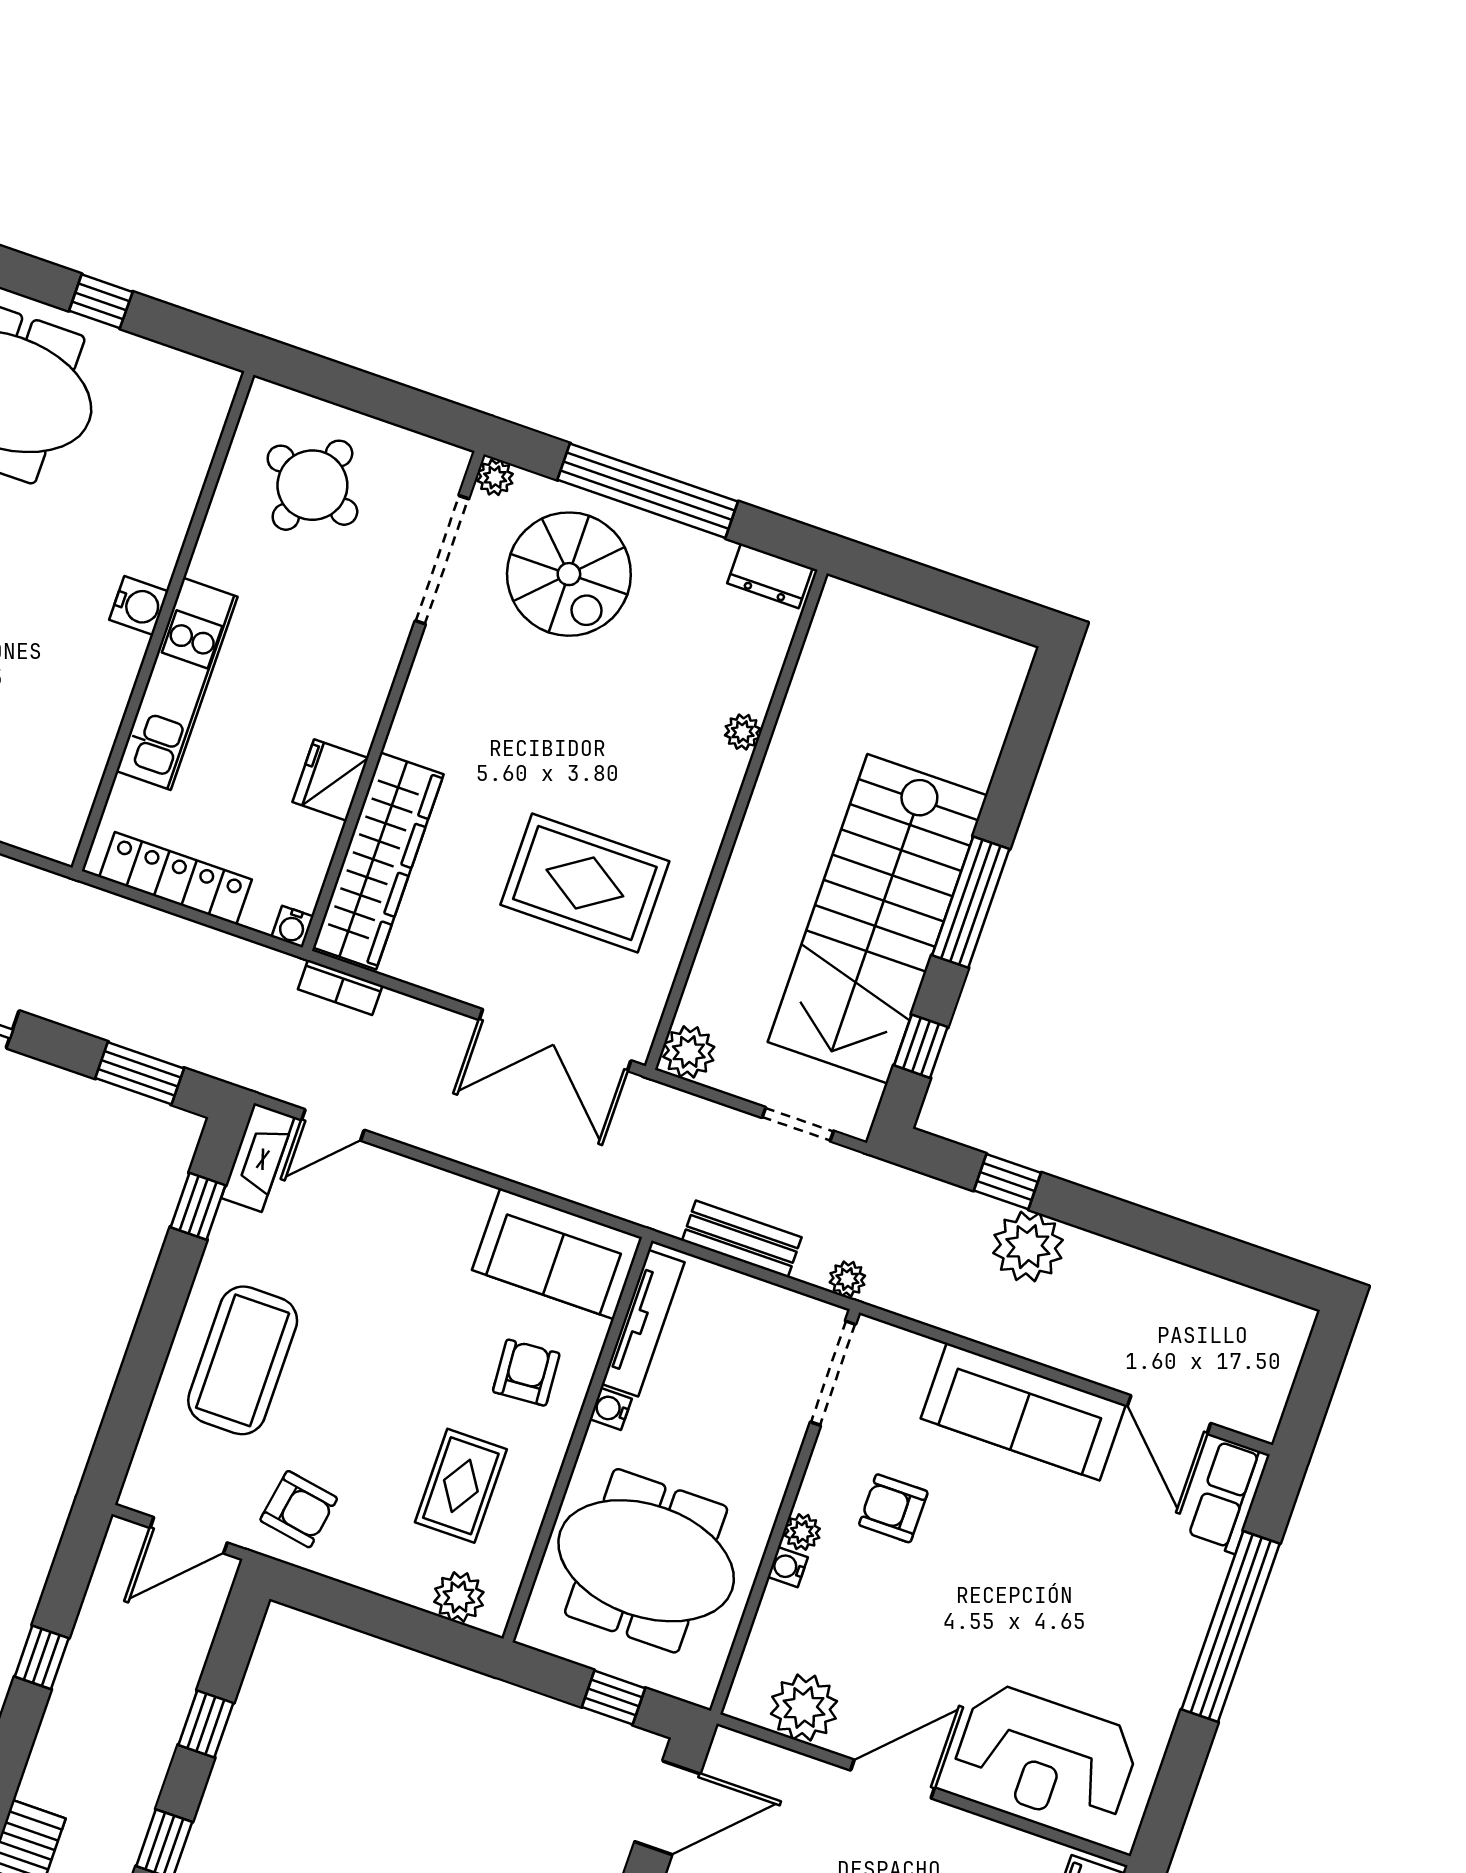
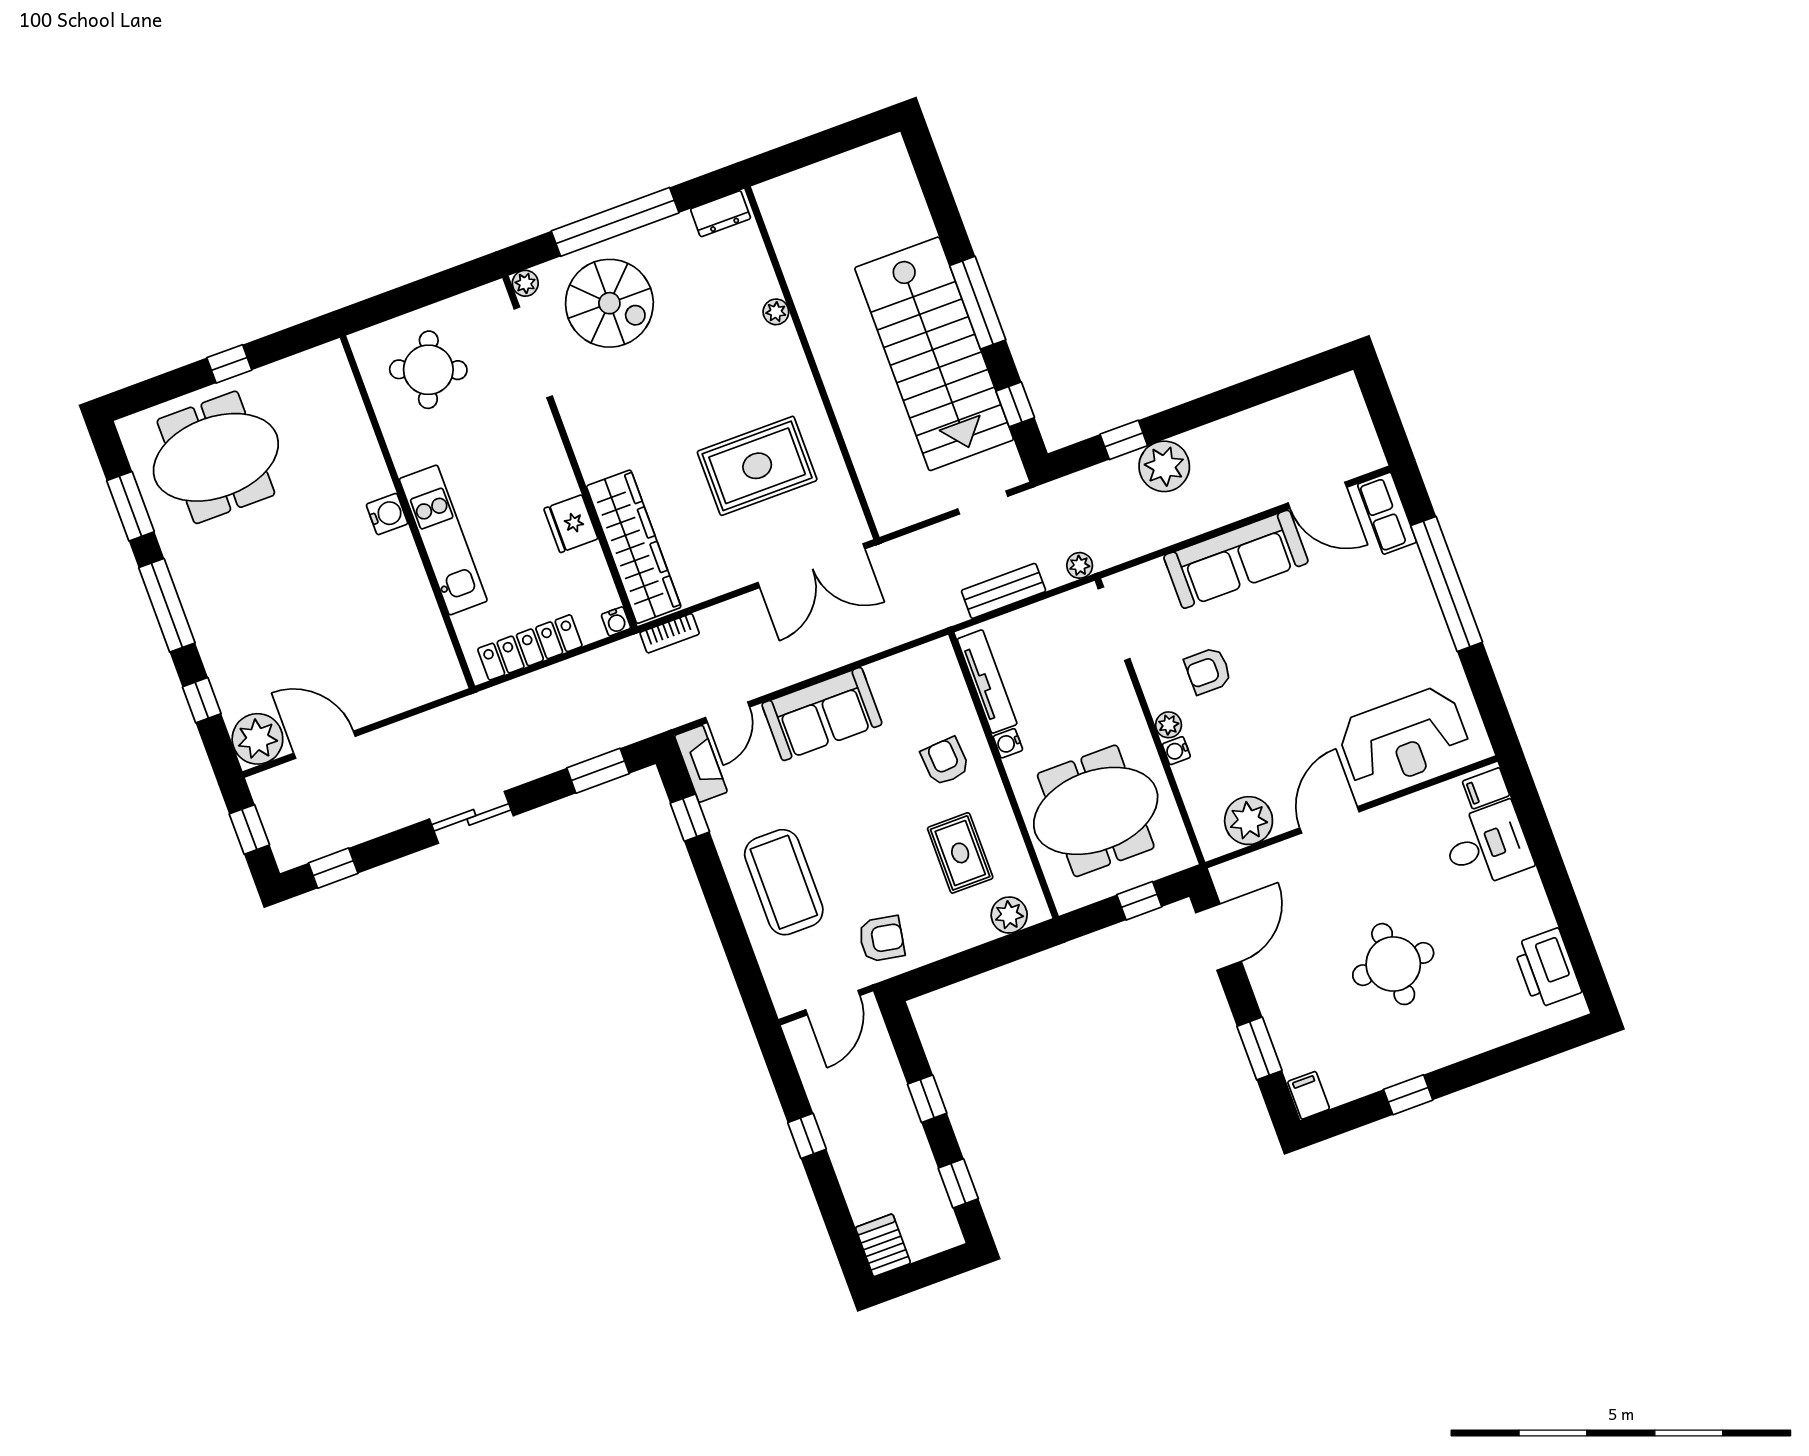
plant: (689, 1052) -> (890, 512), removed
sofa: (557, 1254) -> (822, 714), moved

